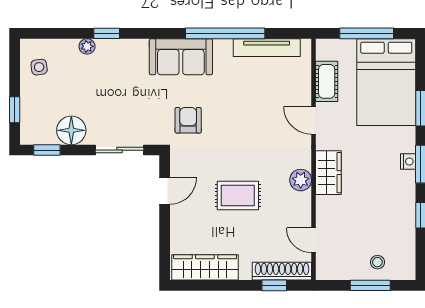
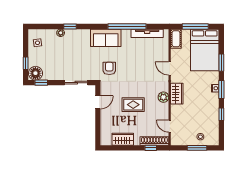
cot: (327, 81) -> (176, 39), moved
floor lamp: (71, 130) -> (35, 73), moved
wardrobe: (205, 267) -> (123, 139), width x0.67

